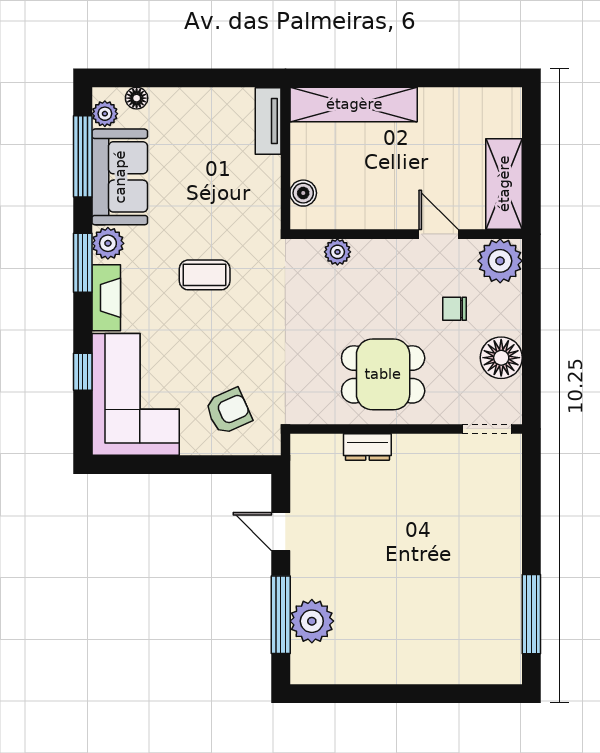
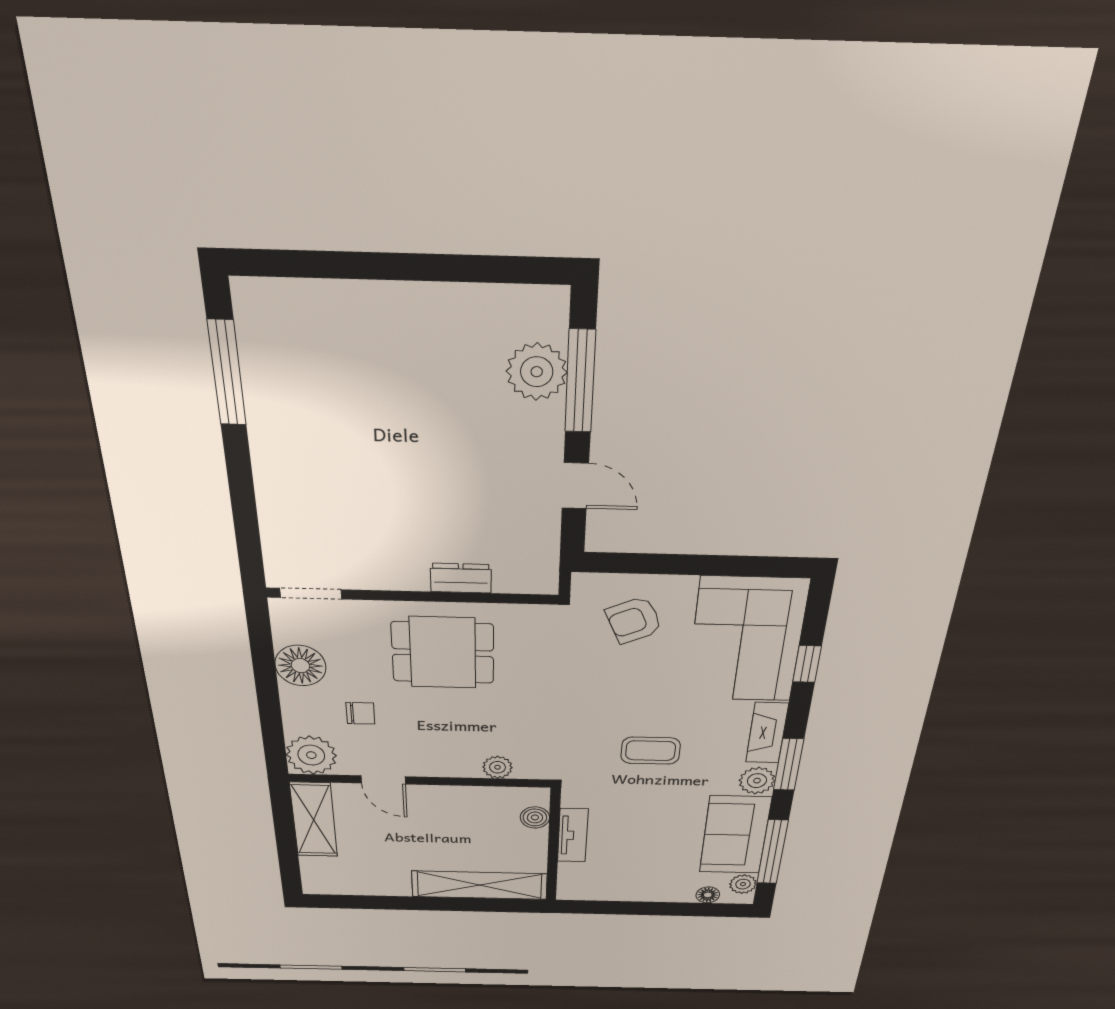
tv unit: (268, 121) -> (573, 835), moved

